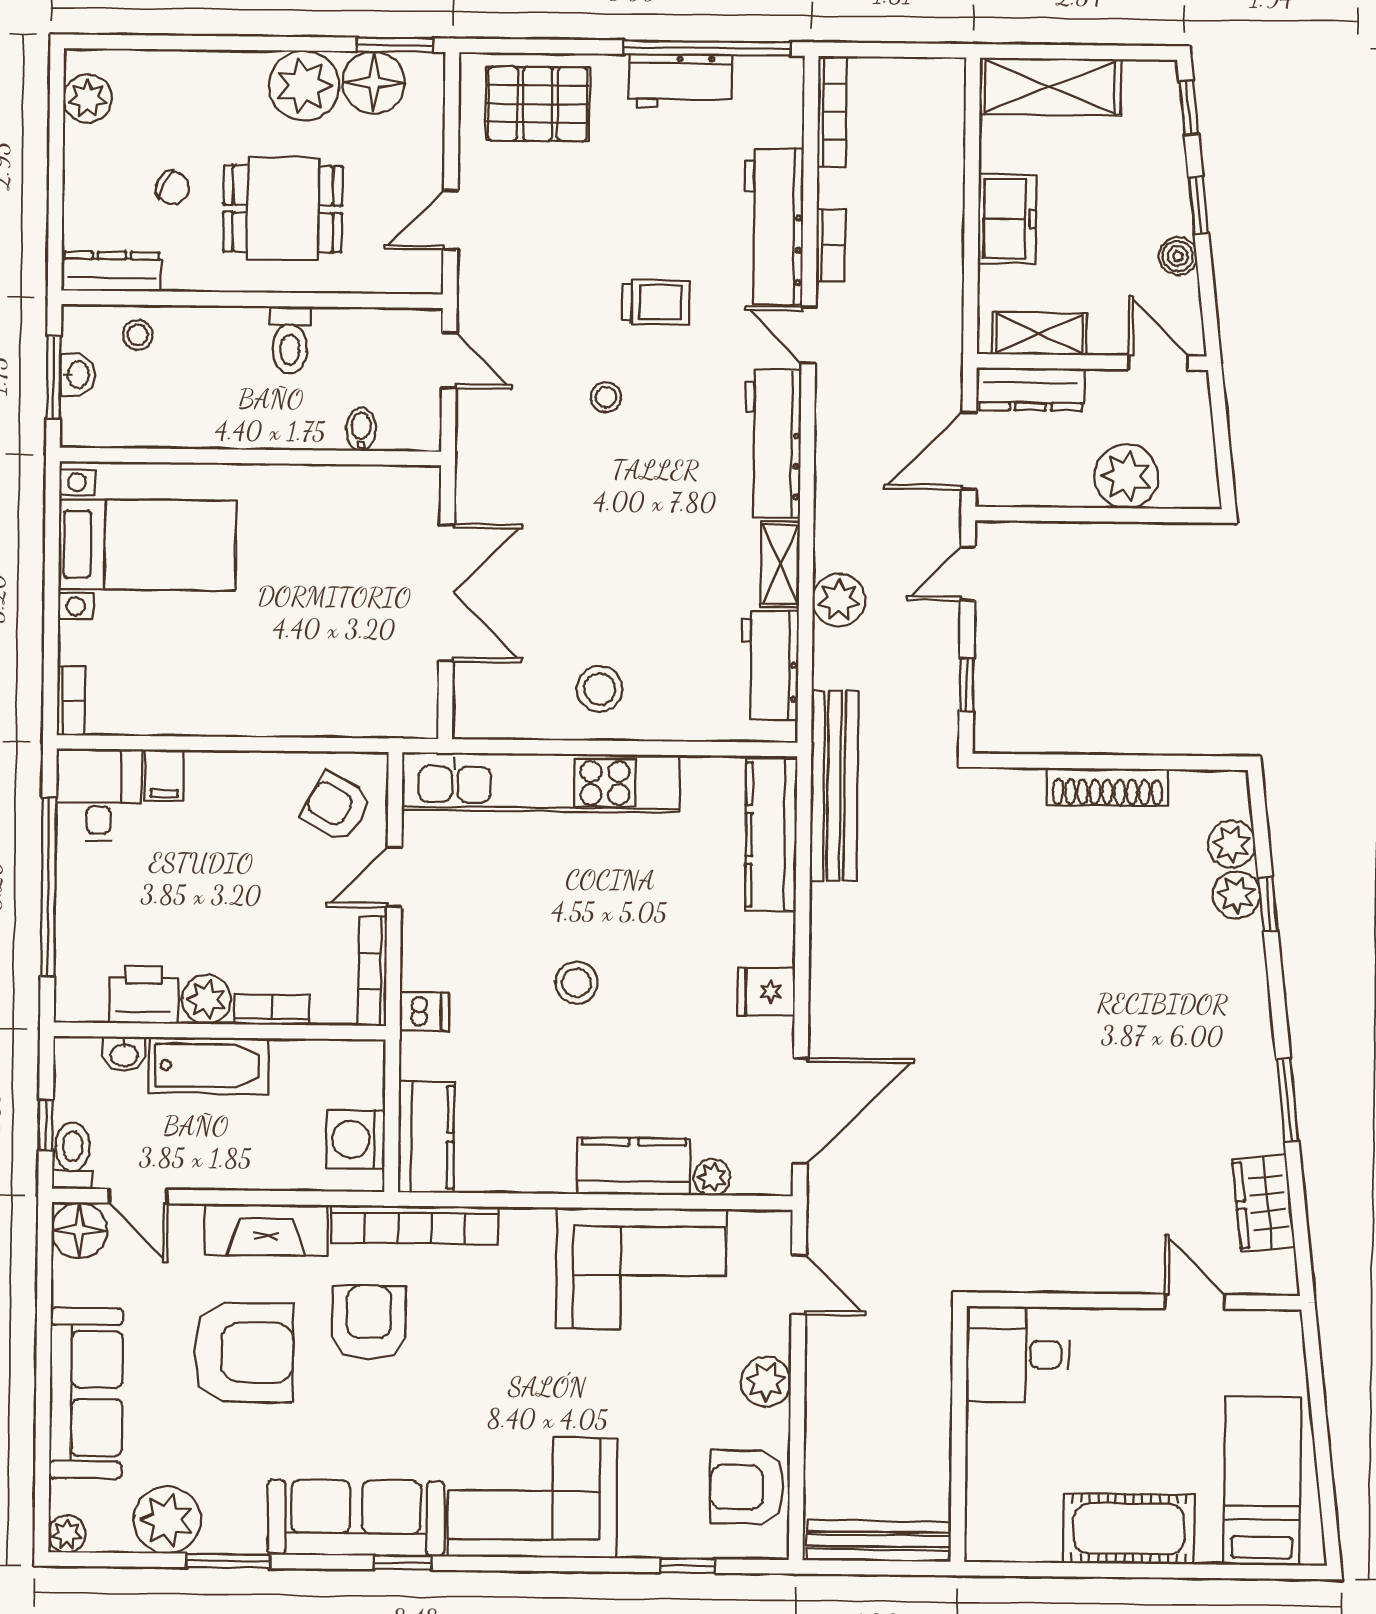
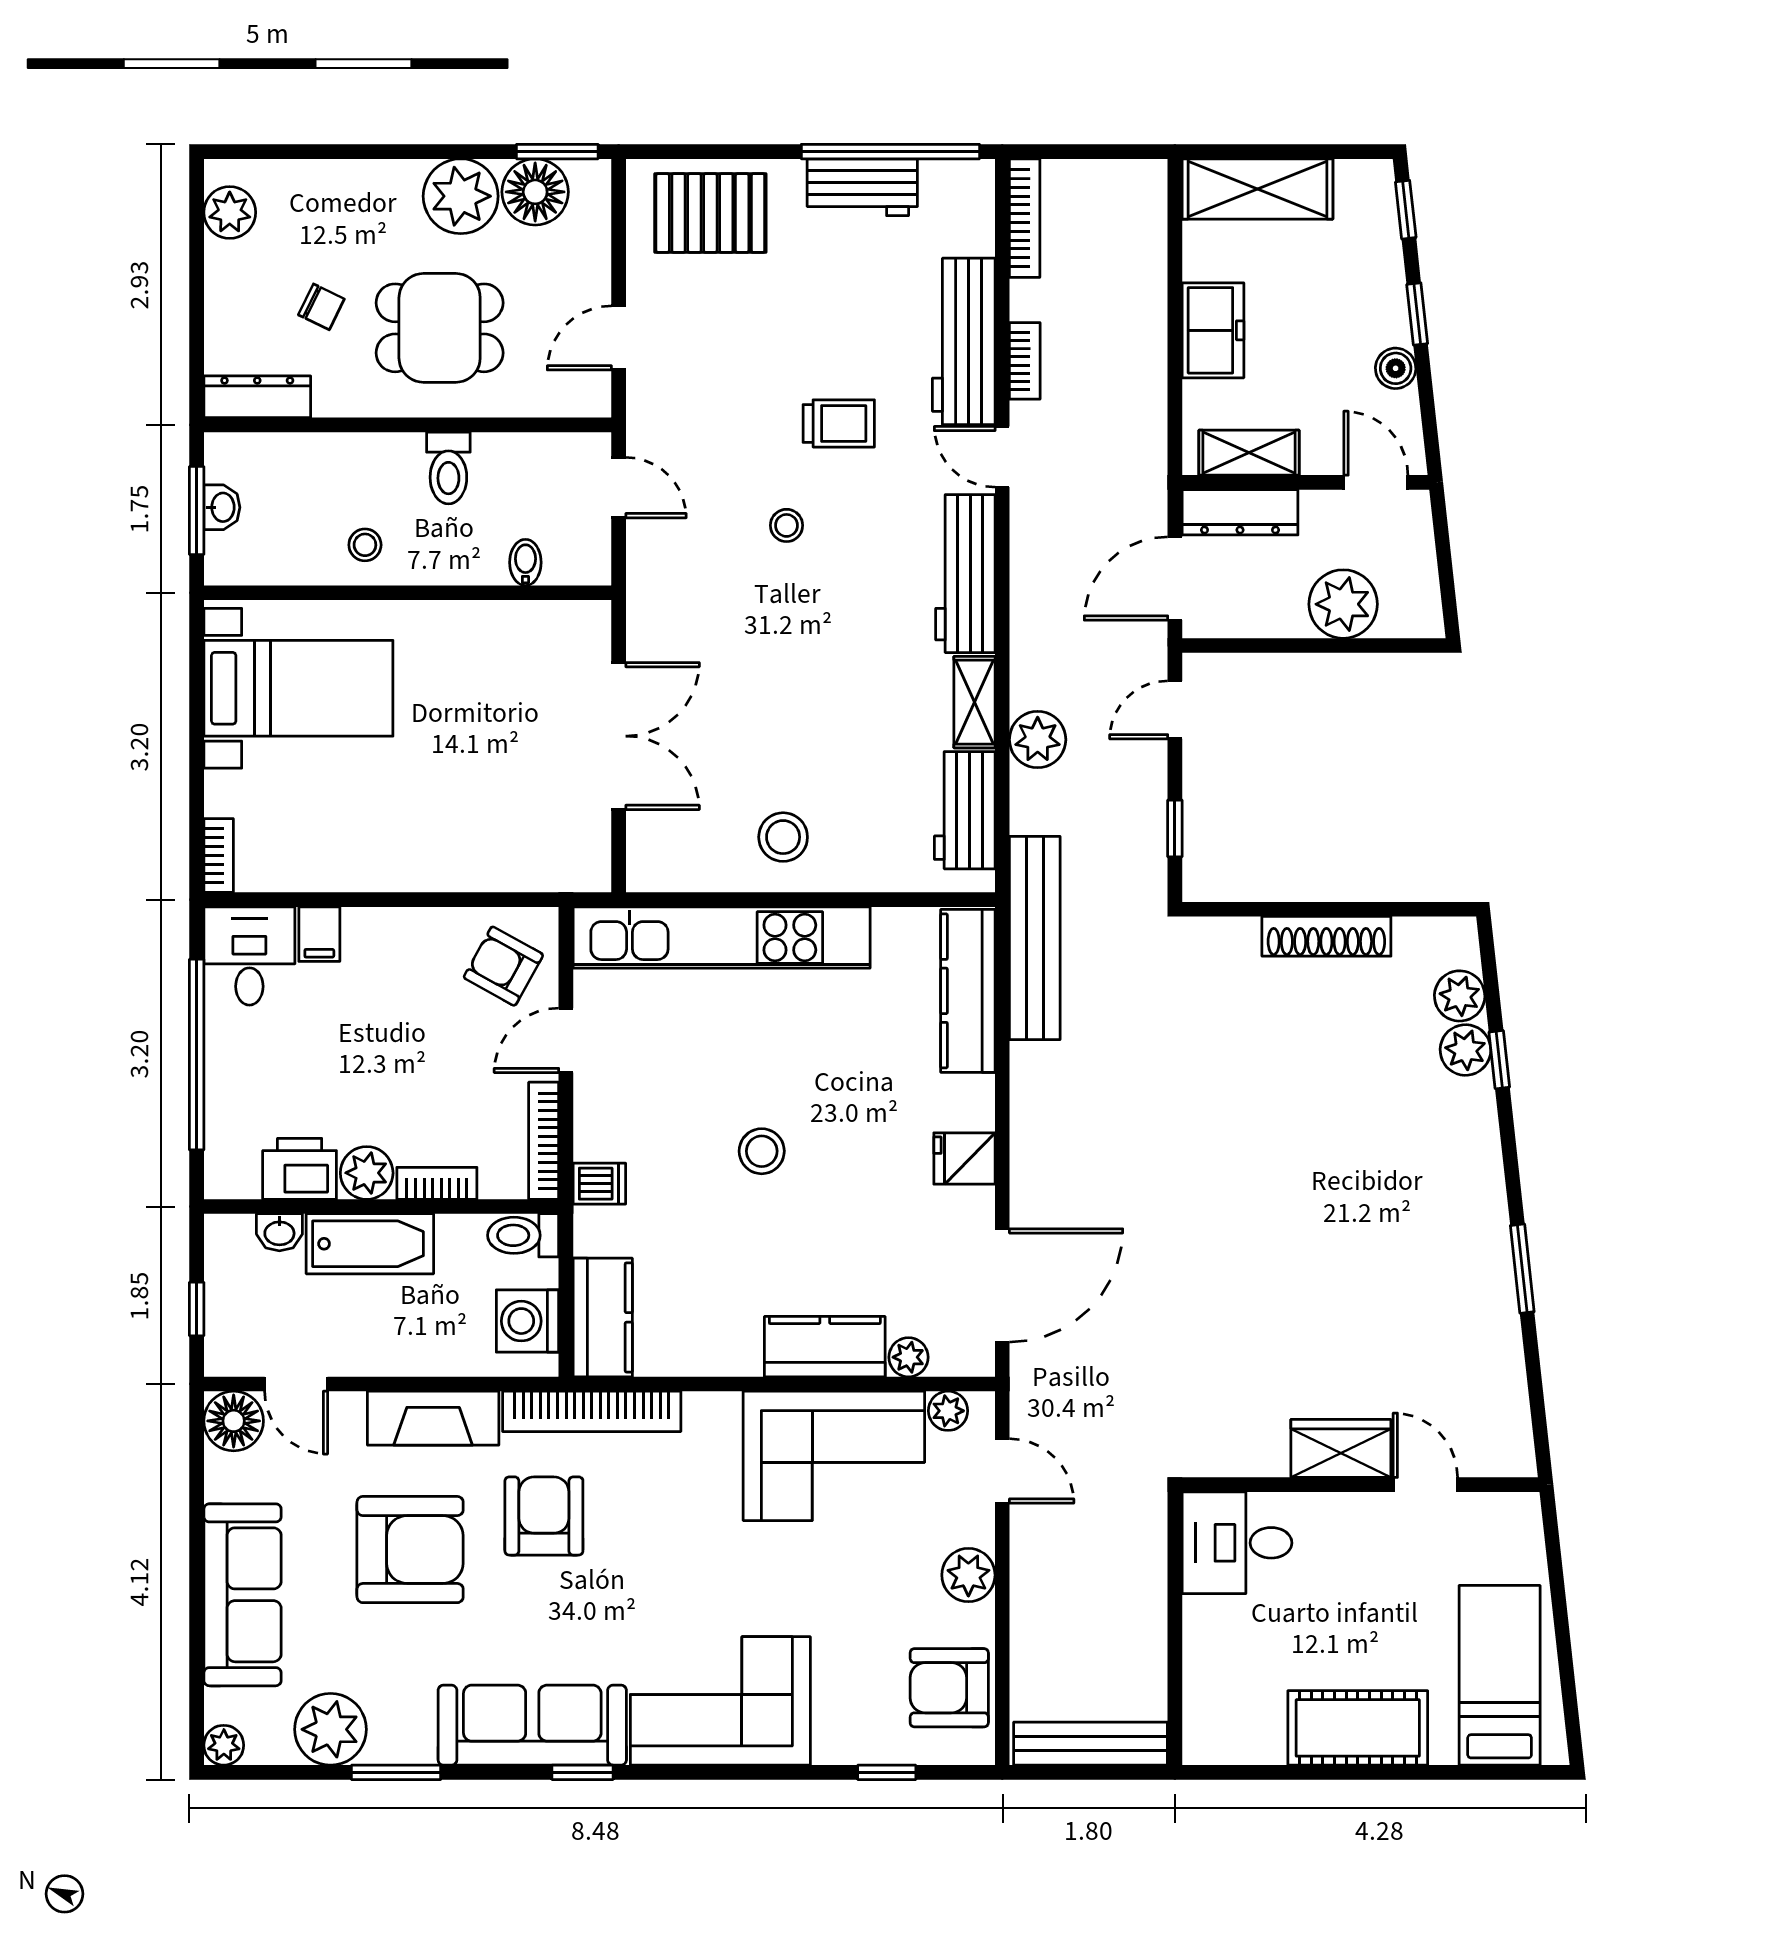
stool: (138, 335) -> (365, 545), moved
toilet: (72, 1156) -> (523, 1235), moved, turned -90
wardrobe: (1264, 1203) -> (1341, 1448), moved, turned 96
plant: (748, 1228) -> (948, 1411), added

